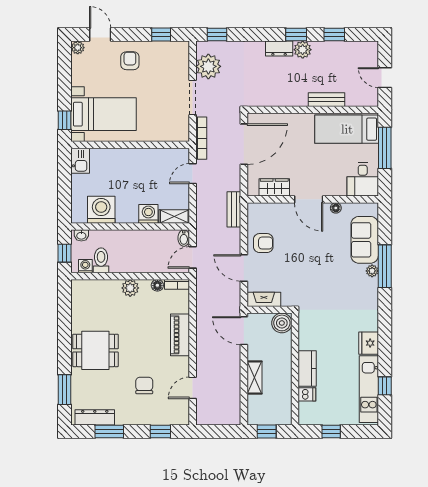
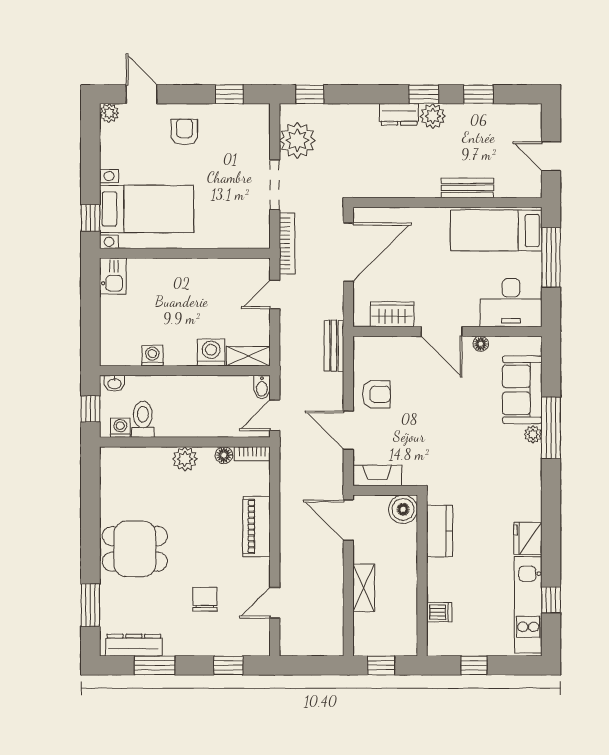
desk: (363, 179) -> (511, 303), width x1.37
washing machine: (101, 210) -> (152, 356), width x0.53, depth x0.53
kitchen counter: (307, 368) -> (439, 531), moved

